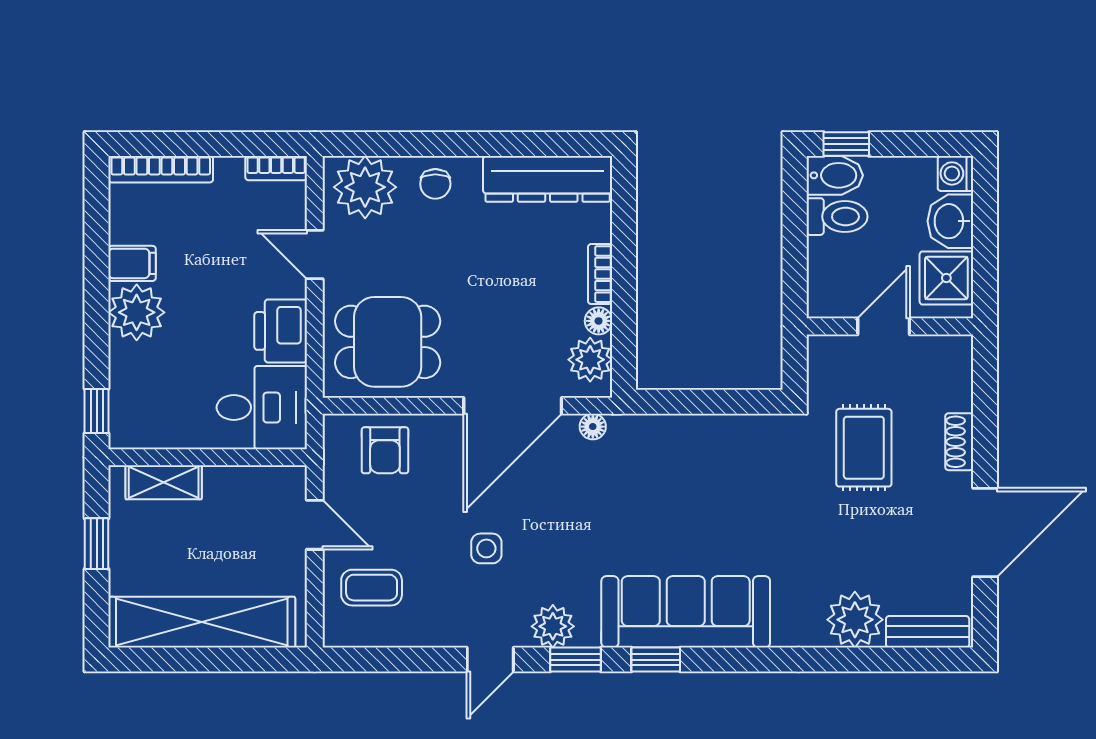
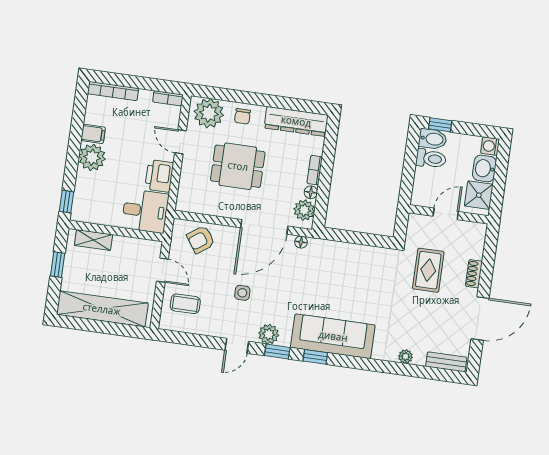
dining table: (388, 342) -> (238, 166), moved
armchair: (385, 450) -> (201, 239), turned 55
plant: (855, 620) -> (406, 357), width x0.53, depth x0.53

